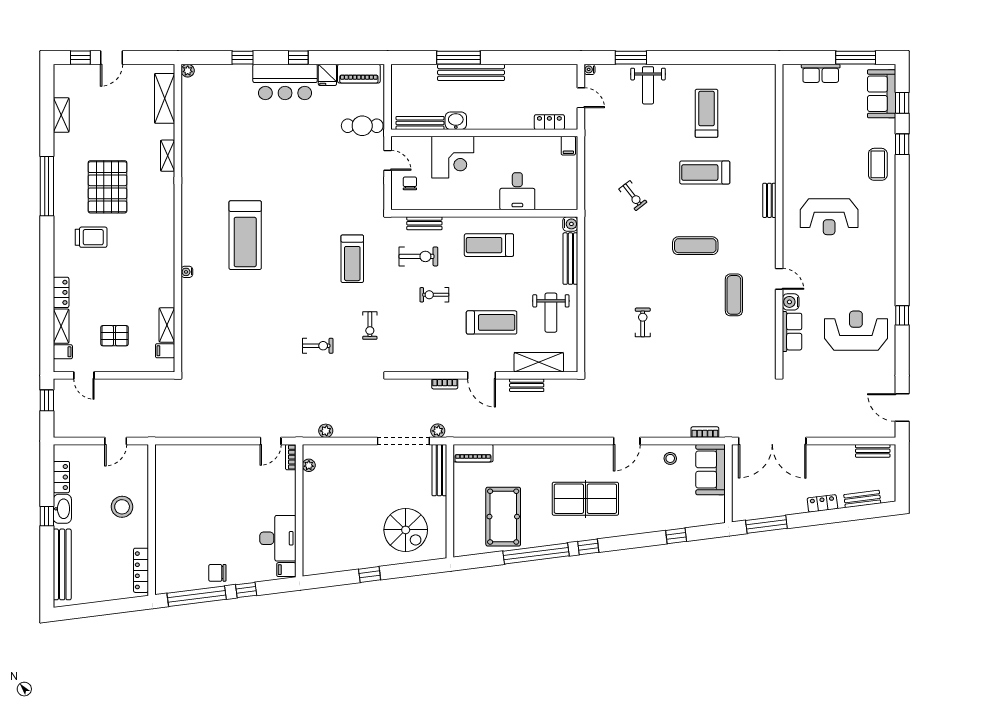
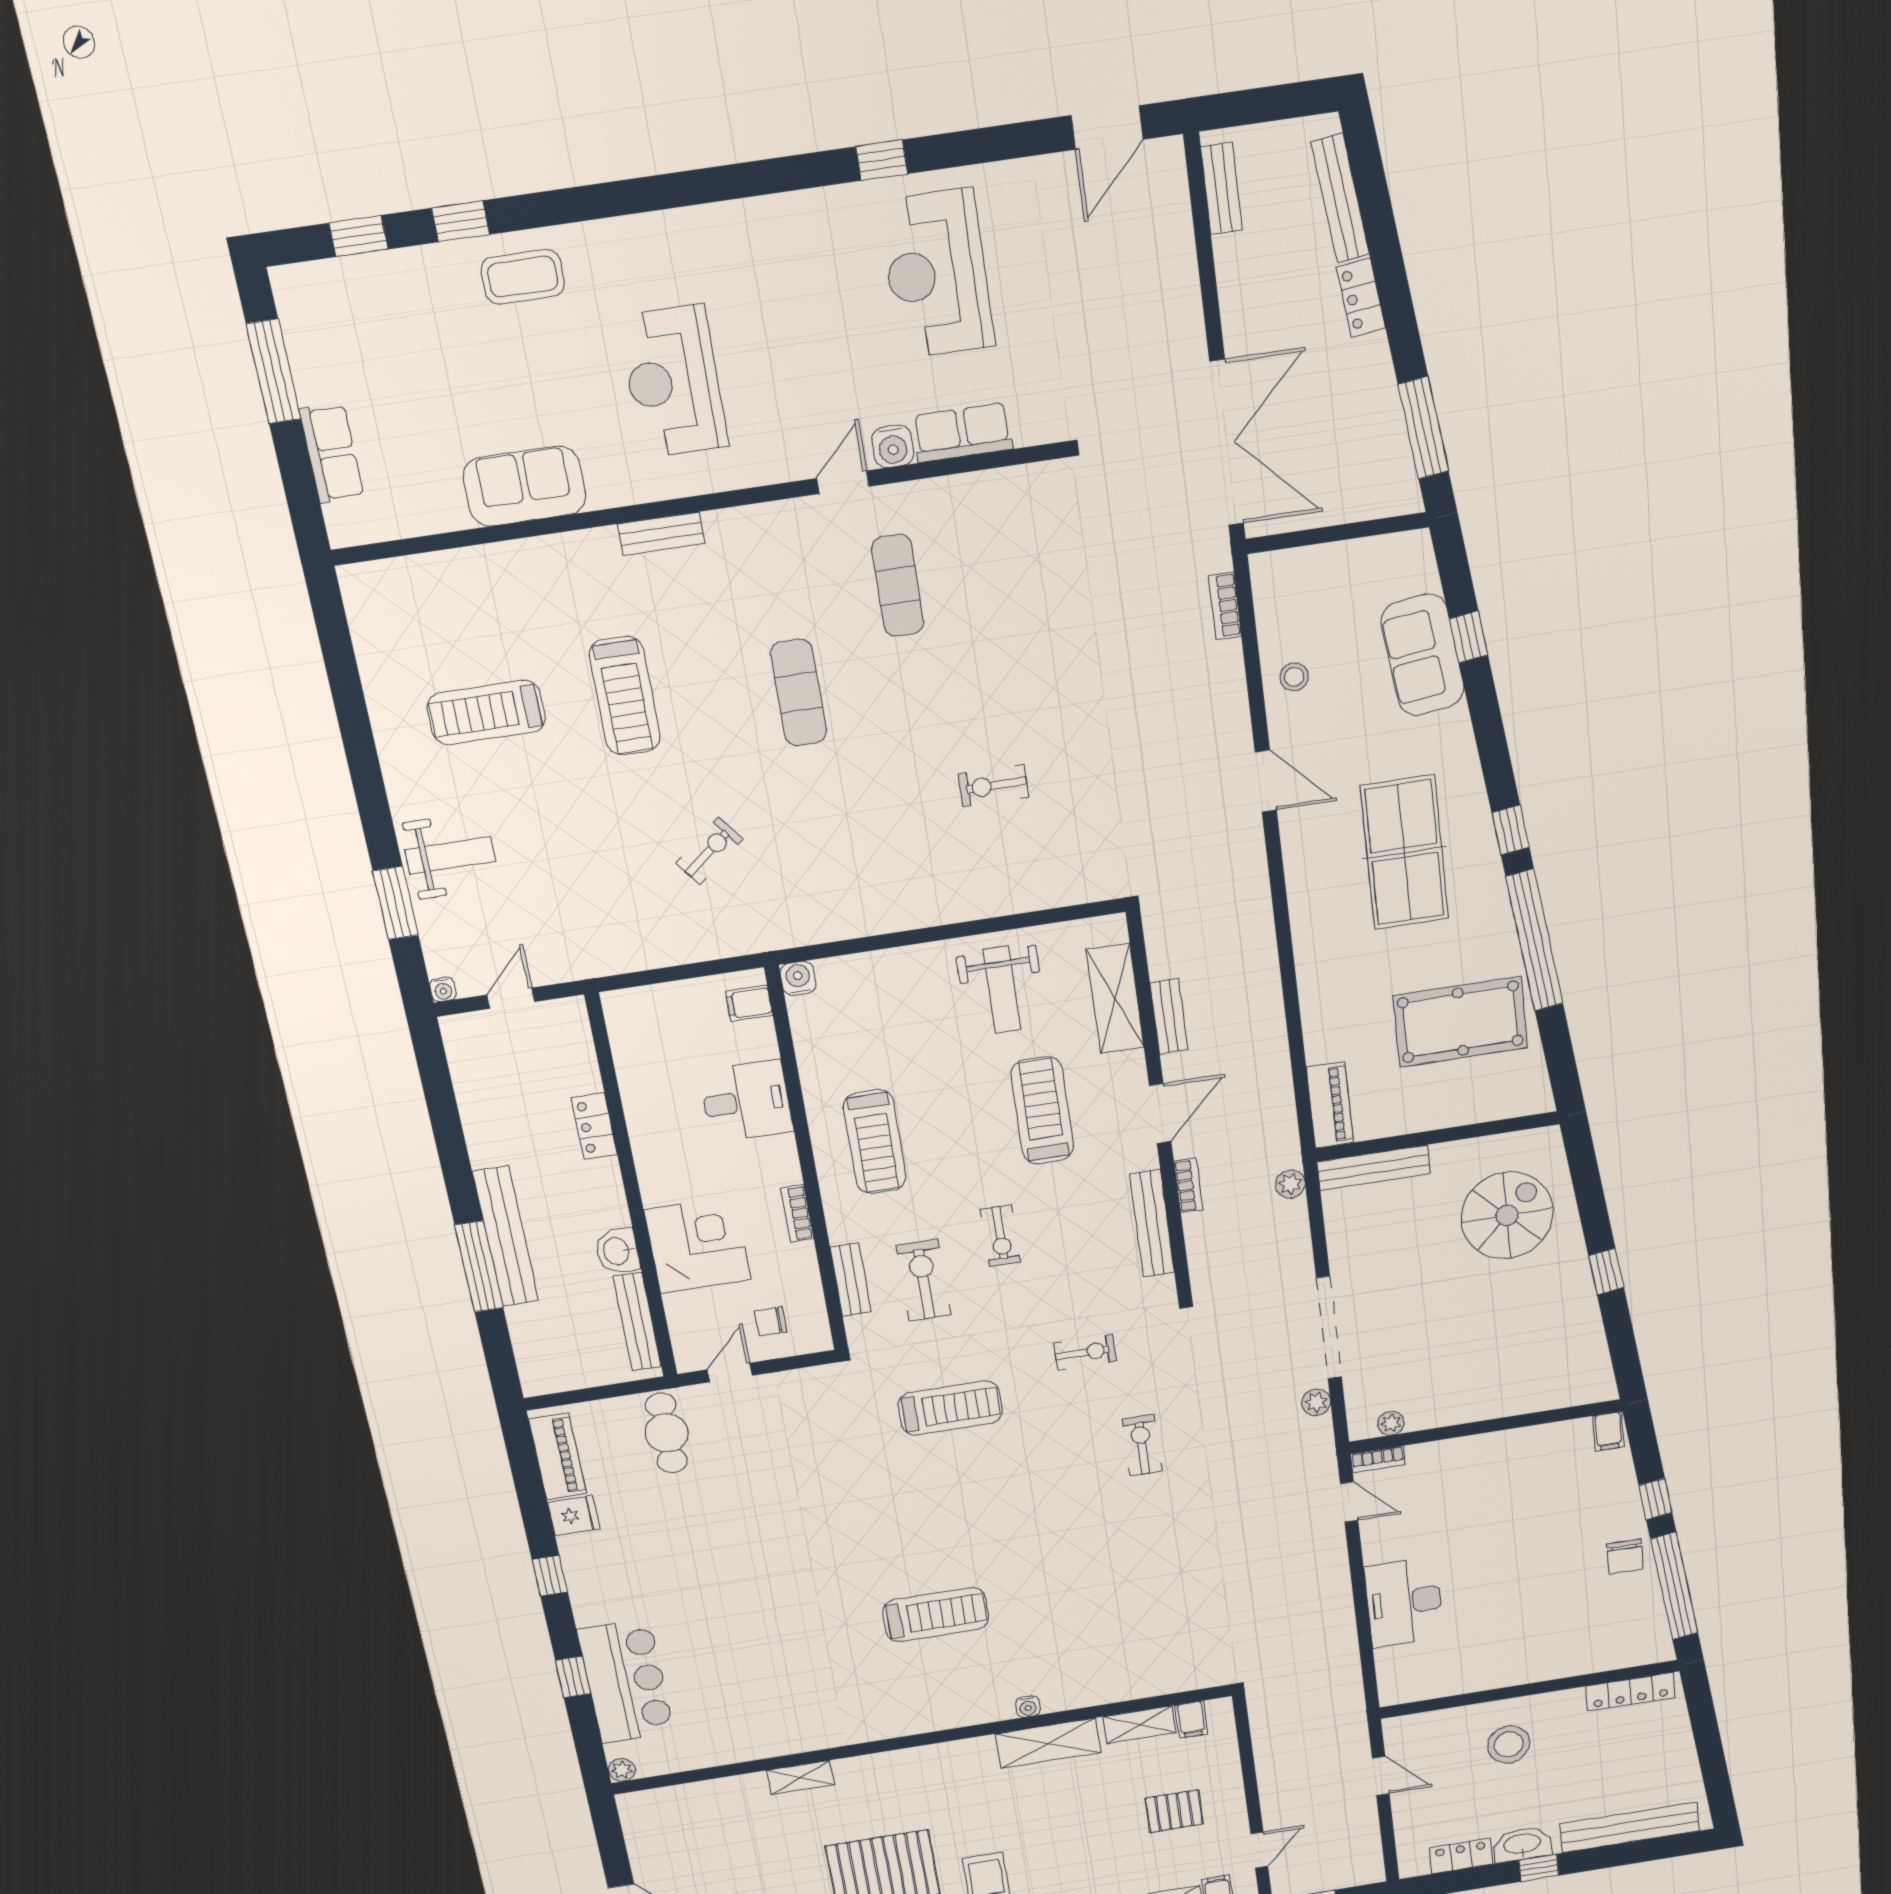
bar counter: (285, 82) -> (626, 1681), moved
sofa: (882, 94) -> (525, 486), moved, turned 180
shelving: (165, 98) -> (1048, 1743), moved
locker: (549, 122) -> (594, 1126), moved
filing cabinet: (568, 146) -> (749, 1003), moved, turned 180
bookcase: (460, 205) -> (797, 1213), added
reception desk: (829, 217) -> (673, 382), turned 180
treadmill: (245, 235) -> (936, 1615), width x0.73, depth x0.73
bench: (570, 259) -> (1152, 1223), moved, turned 90
exercise mat: (734, 295) -> (898, 585), turned 90
weight bench: (551, 313) -> (1002, 990), turned 90
pallet: (114, 336) -> (1174, 1811), turned 90
doorway: (403, 441) -> (1329, 1328), moved
sofa: (711, 470) -> (1423, 655), moved, turned 83
bench: (862, 499) -> (1340, 198), width x1.36
desk: (278, 538) -> (1404, 1602), moved, turned -90

